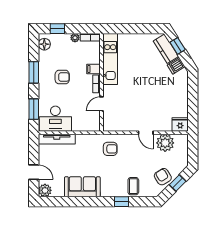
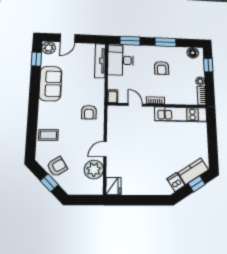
filing cabinet: (93, 69) -> (112, 96), moved
window: (121, 202) -> (36, 59), moved

